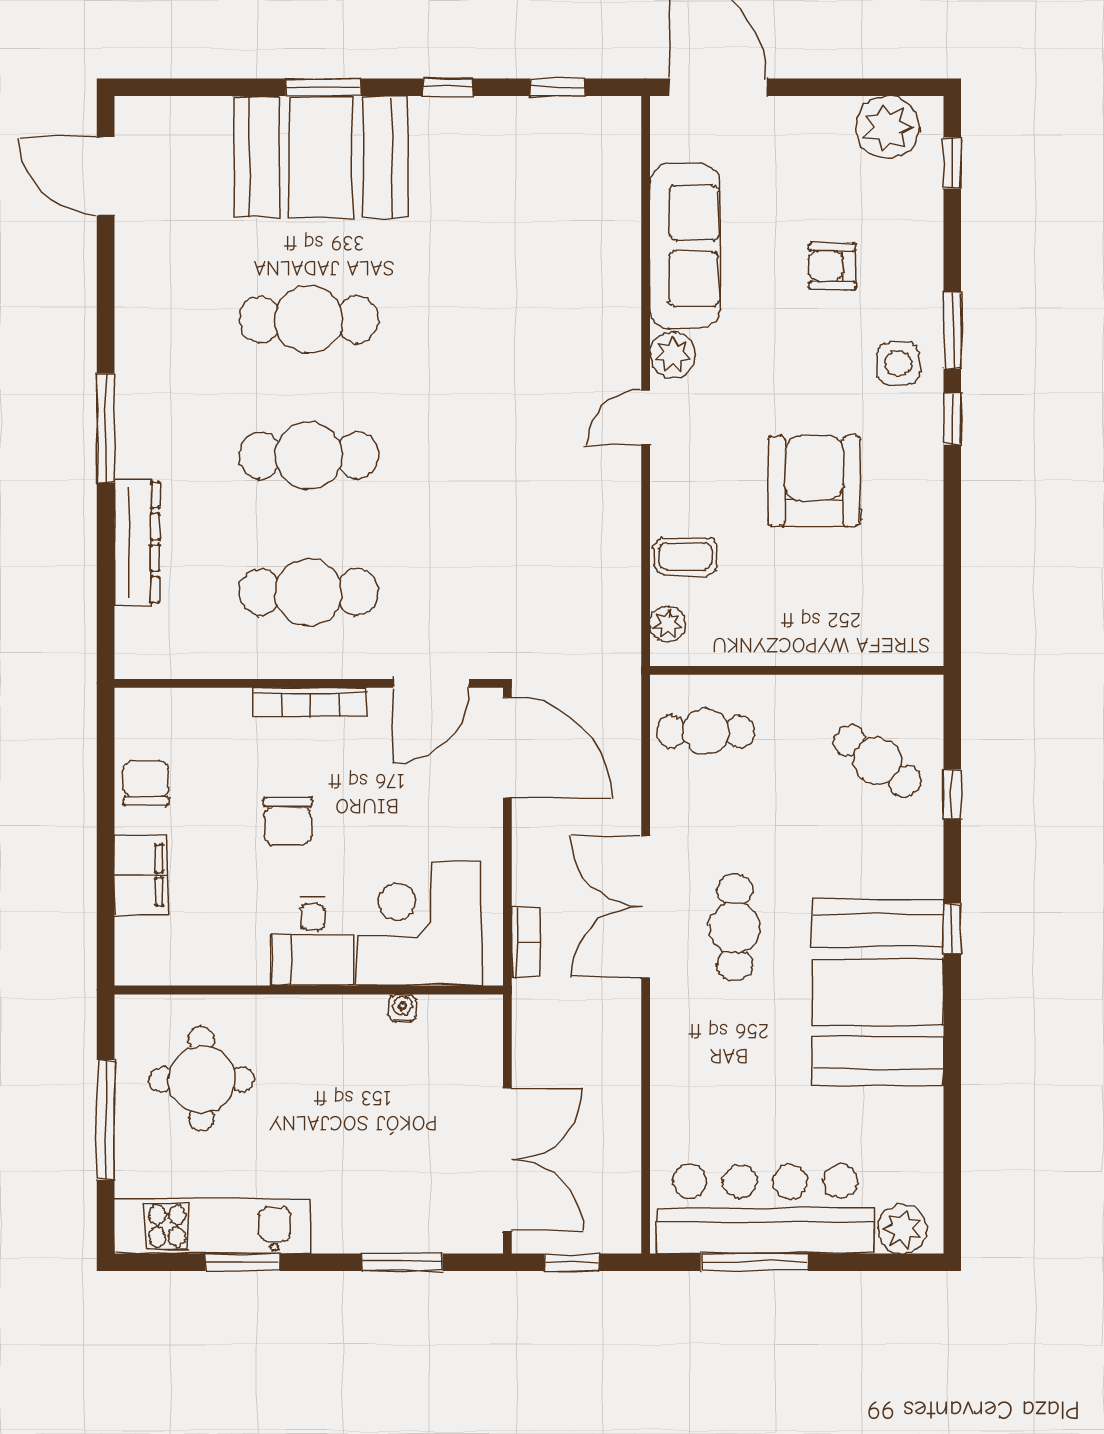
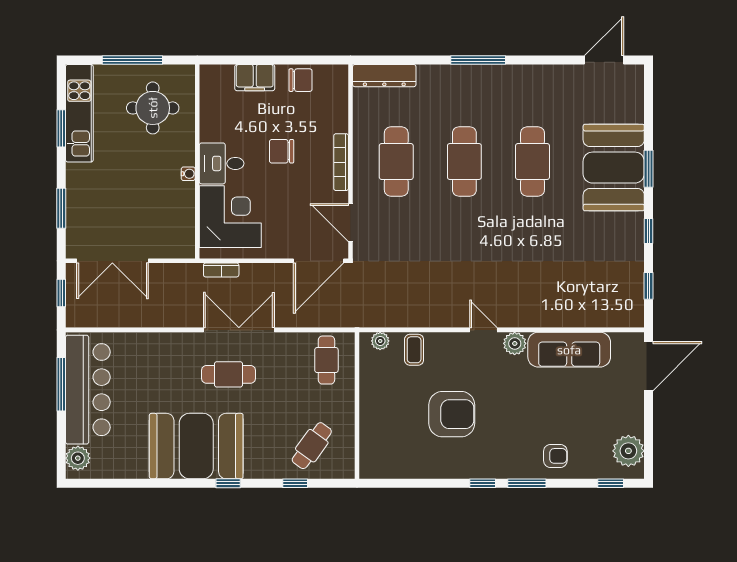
armchair: (832, 266) -> (555, 456), moved, turned 90
side table: (898, 363) -> (510, 456), removed
dresser: (137, 542) -> (384, 76), moved
water cooler: (402, 1008) -> (188, 174), moved

